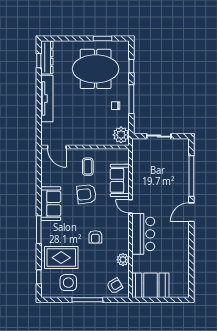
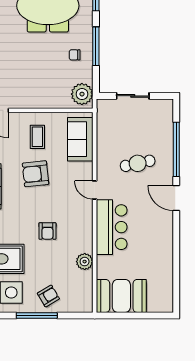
sofa: (120, 180) -> (80, 139), moved
cafe table: (162, 186) -> (138, 163), added
door: (191, 212) -> (176, 198), hinge flipped
armchair: (115, 286) -> (48, 296), moved

